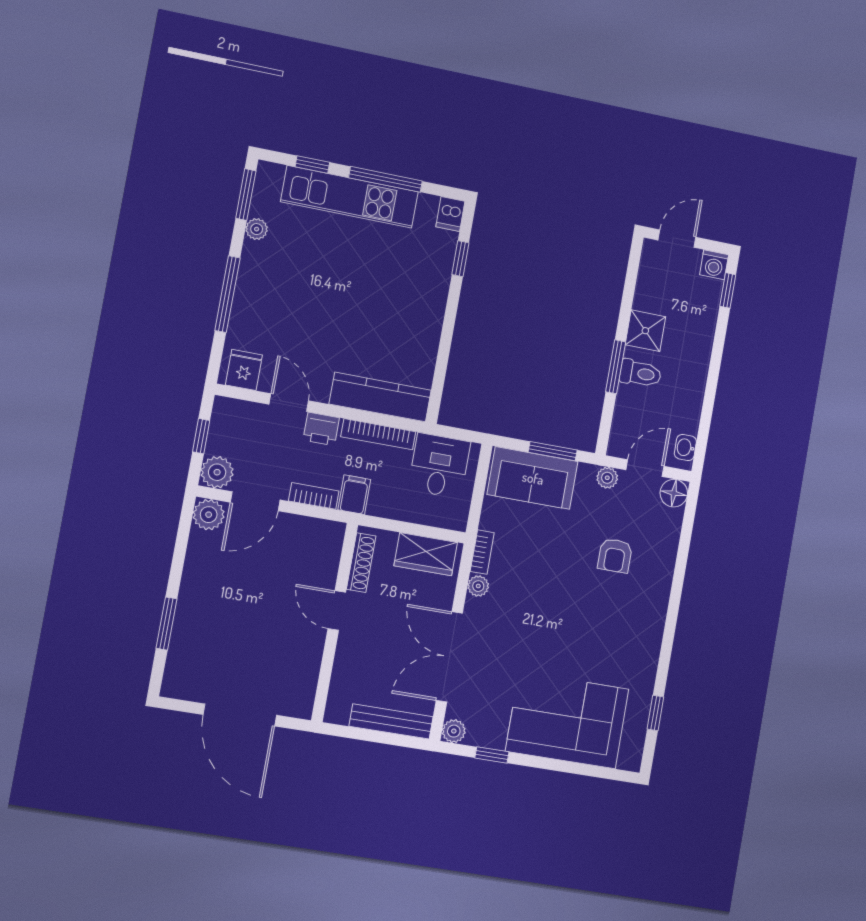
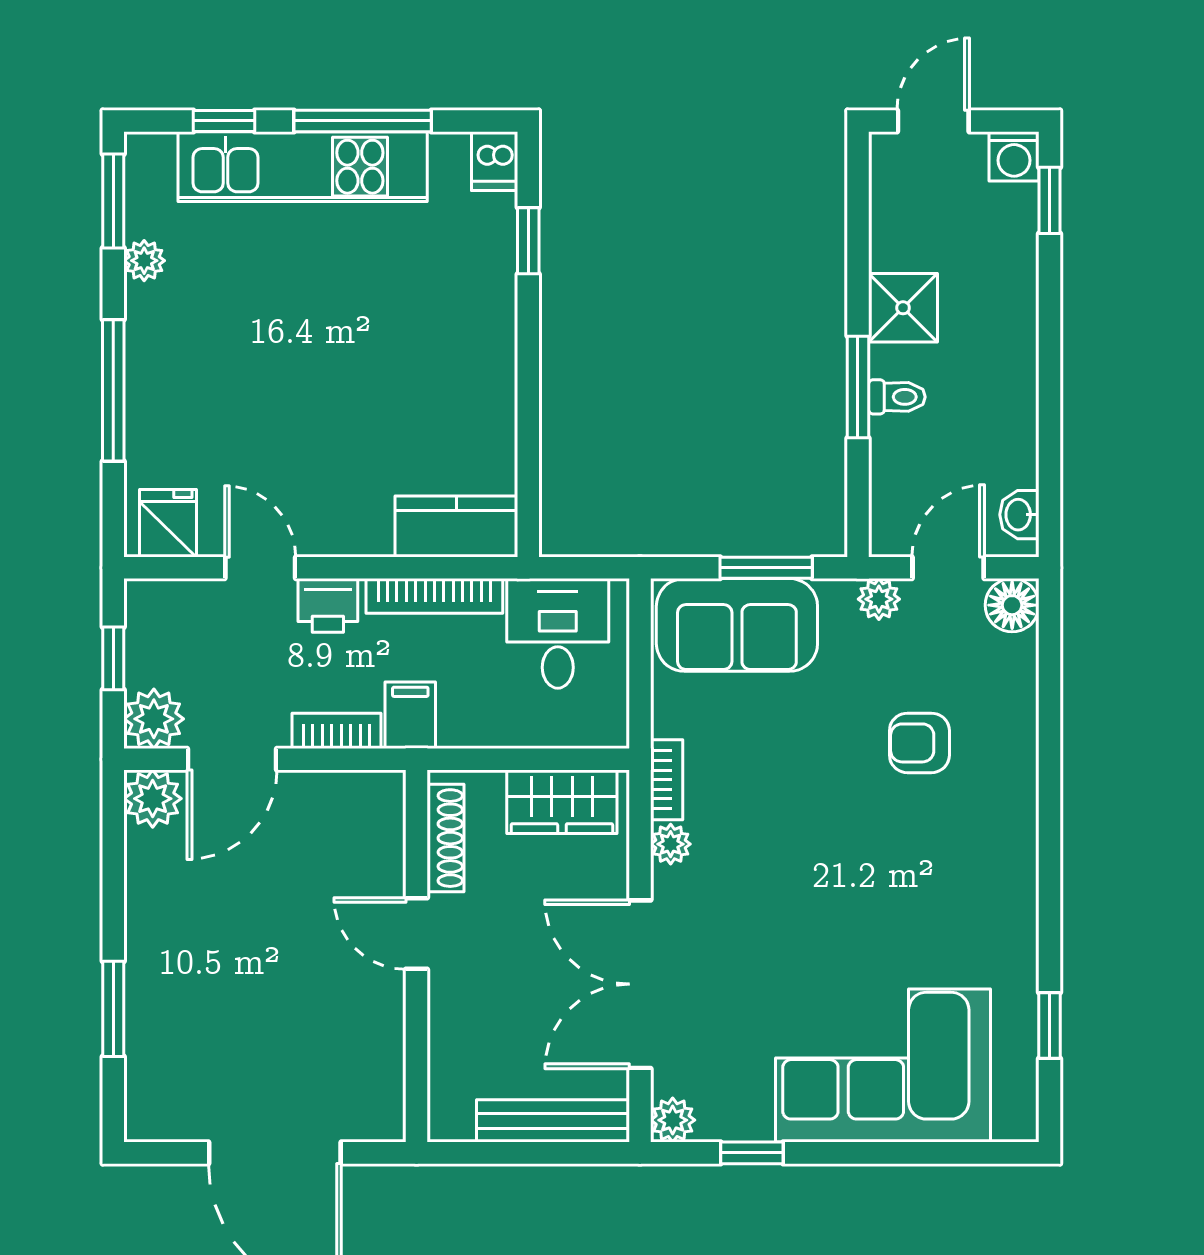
toilet: (640, 373) -> (897, 397), width x0.73, depth x0.72
kitchen counter: (380, 397) -> (456, 527), width x0.67
armchair: (615, 556) -> (919, 743), turned 90

